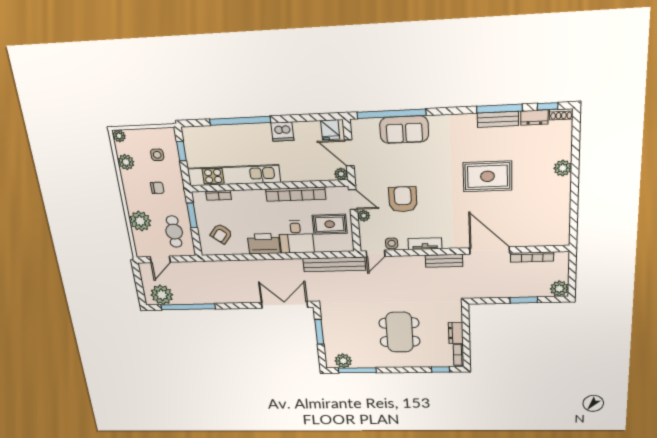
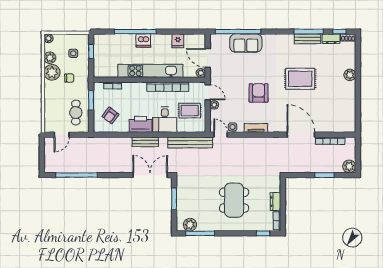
fridge: (330, 130) -> (178, 41), moved
dishwasher: (282, 132) -> (143, 41), moved
kitchen unit: (234, 175) -> (150, 71), moved
armchair: (403, 199) -> (259, 93), moved
plant: (140, 221) -> (52, 72), moved
door: (376, 254) -> (221, 135), swing flipped
bench: (444, 261) -> (145, 142), moved
plant: (162, 295) -> (58, 164), removed

